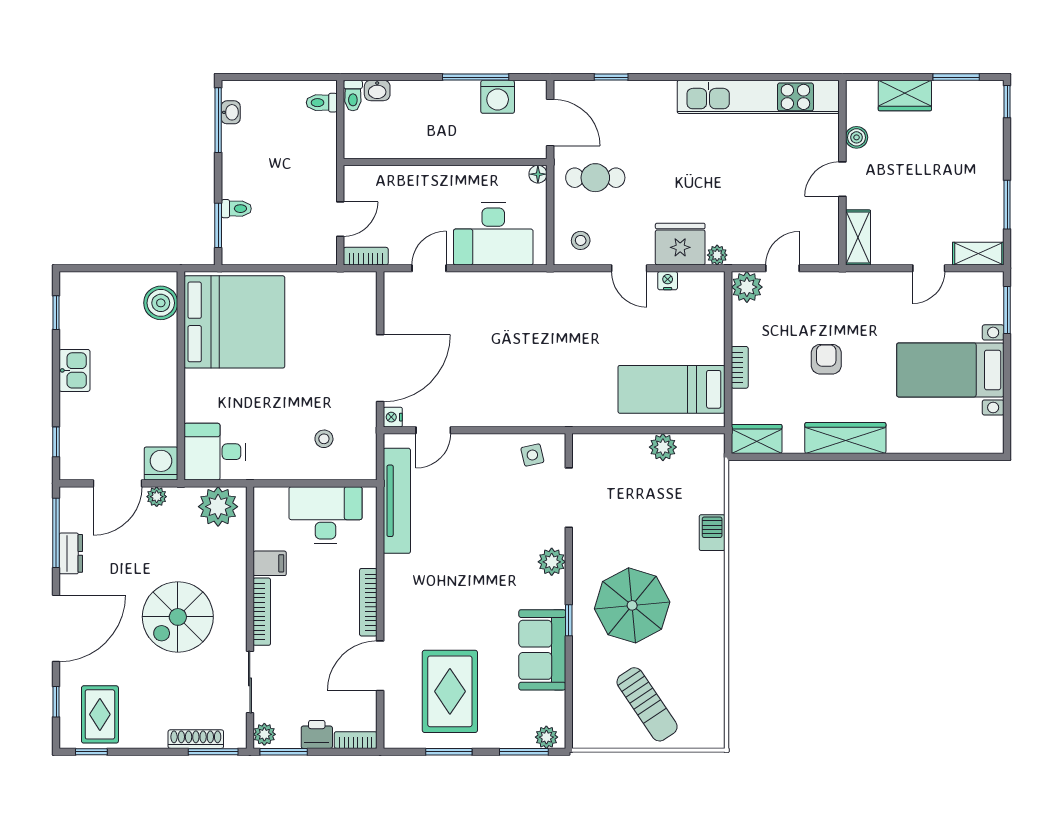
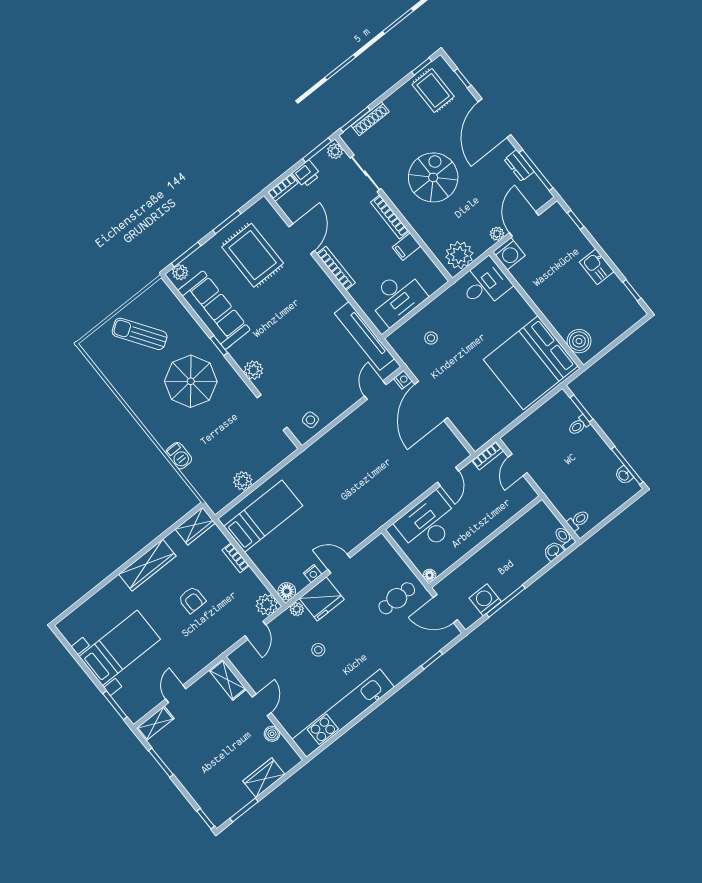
stool: (581, 240) -> (318, 650), moved
floor lamp: (712, 284) -> (287, 591), added
sofa: (542, 650) -> (214, 310), width x1.36

